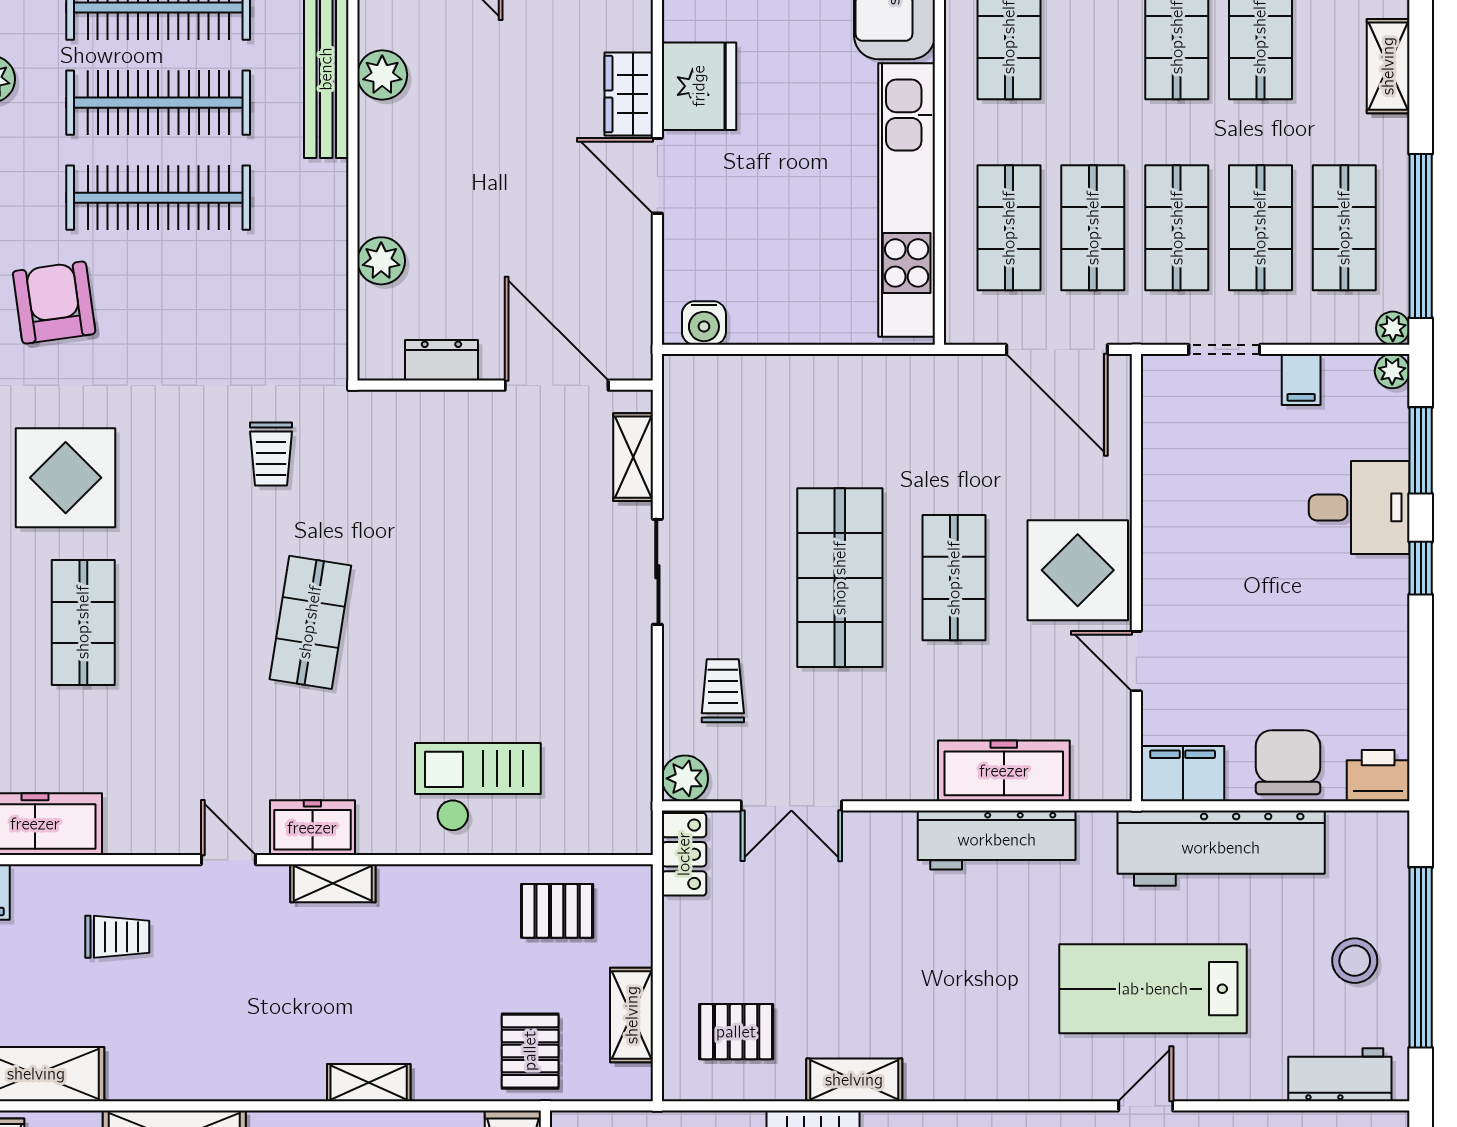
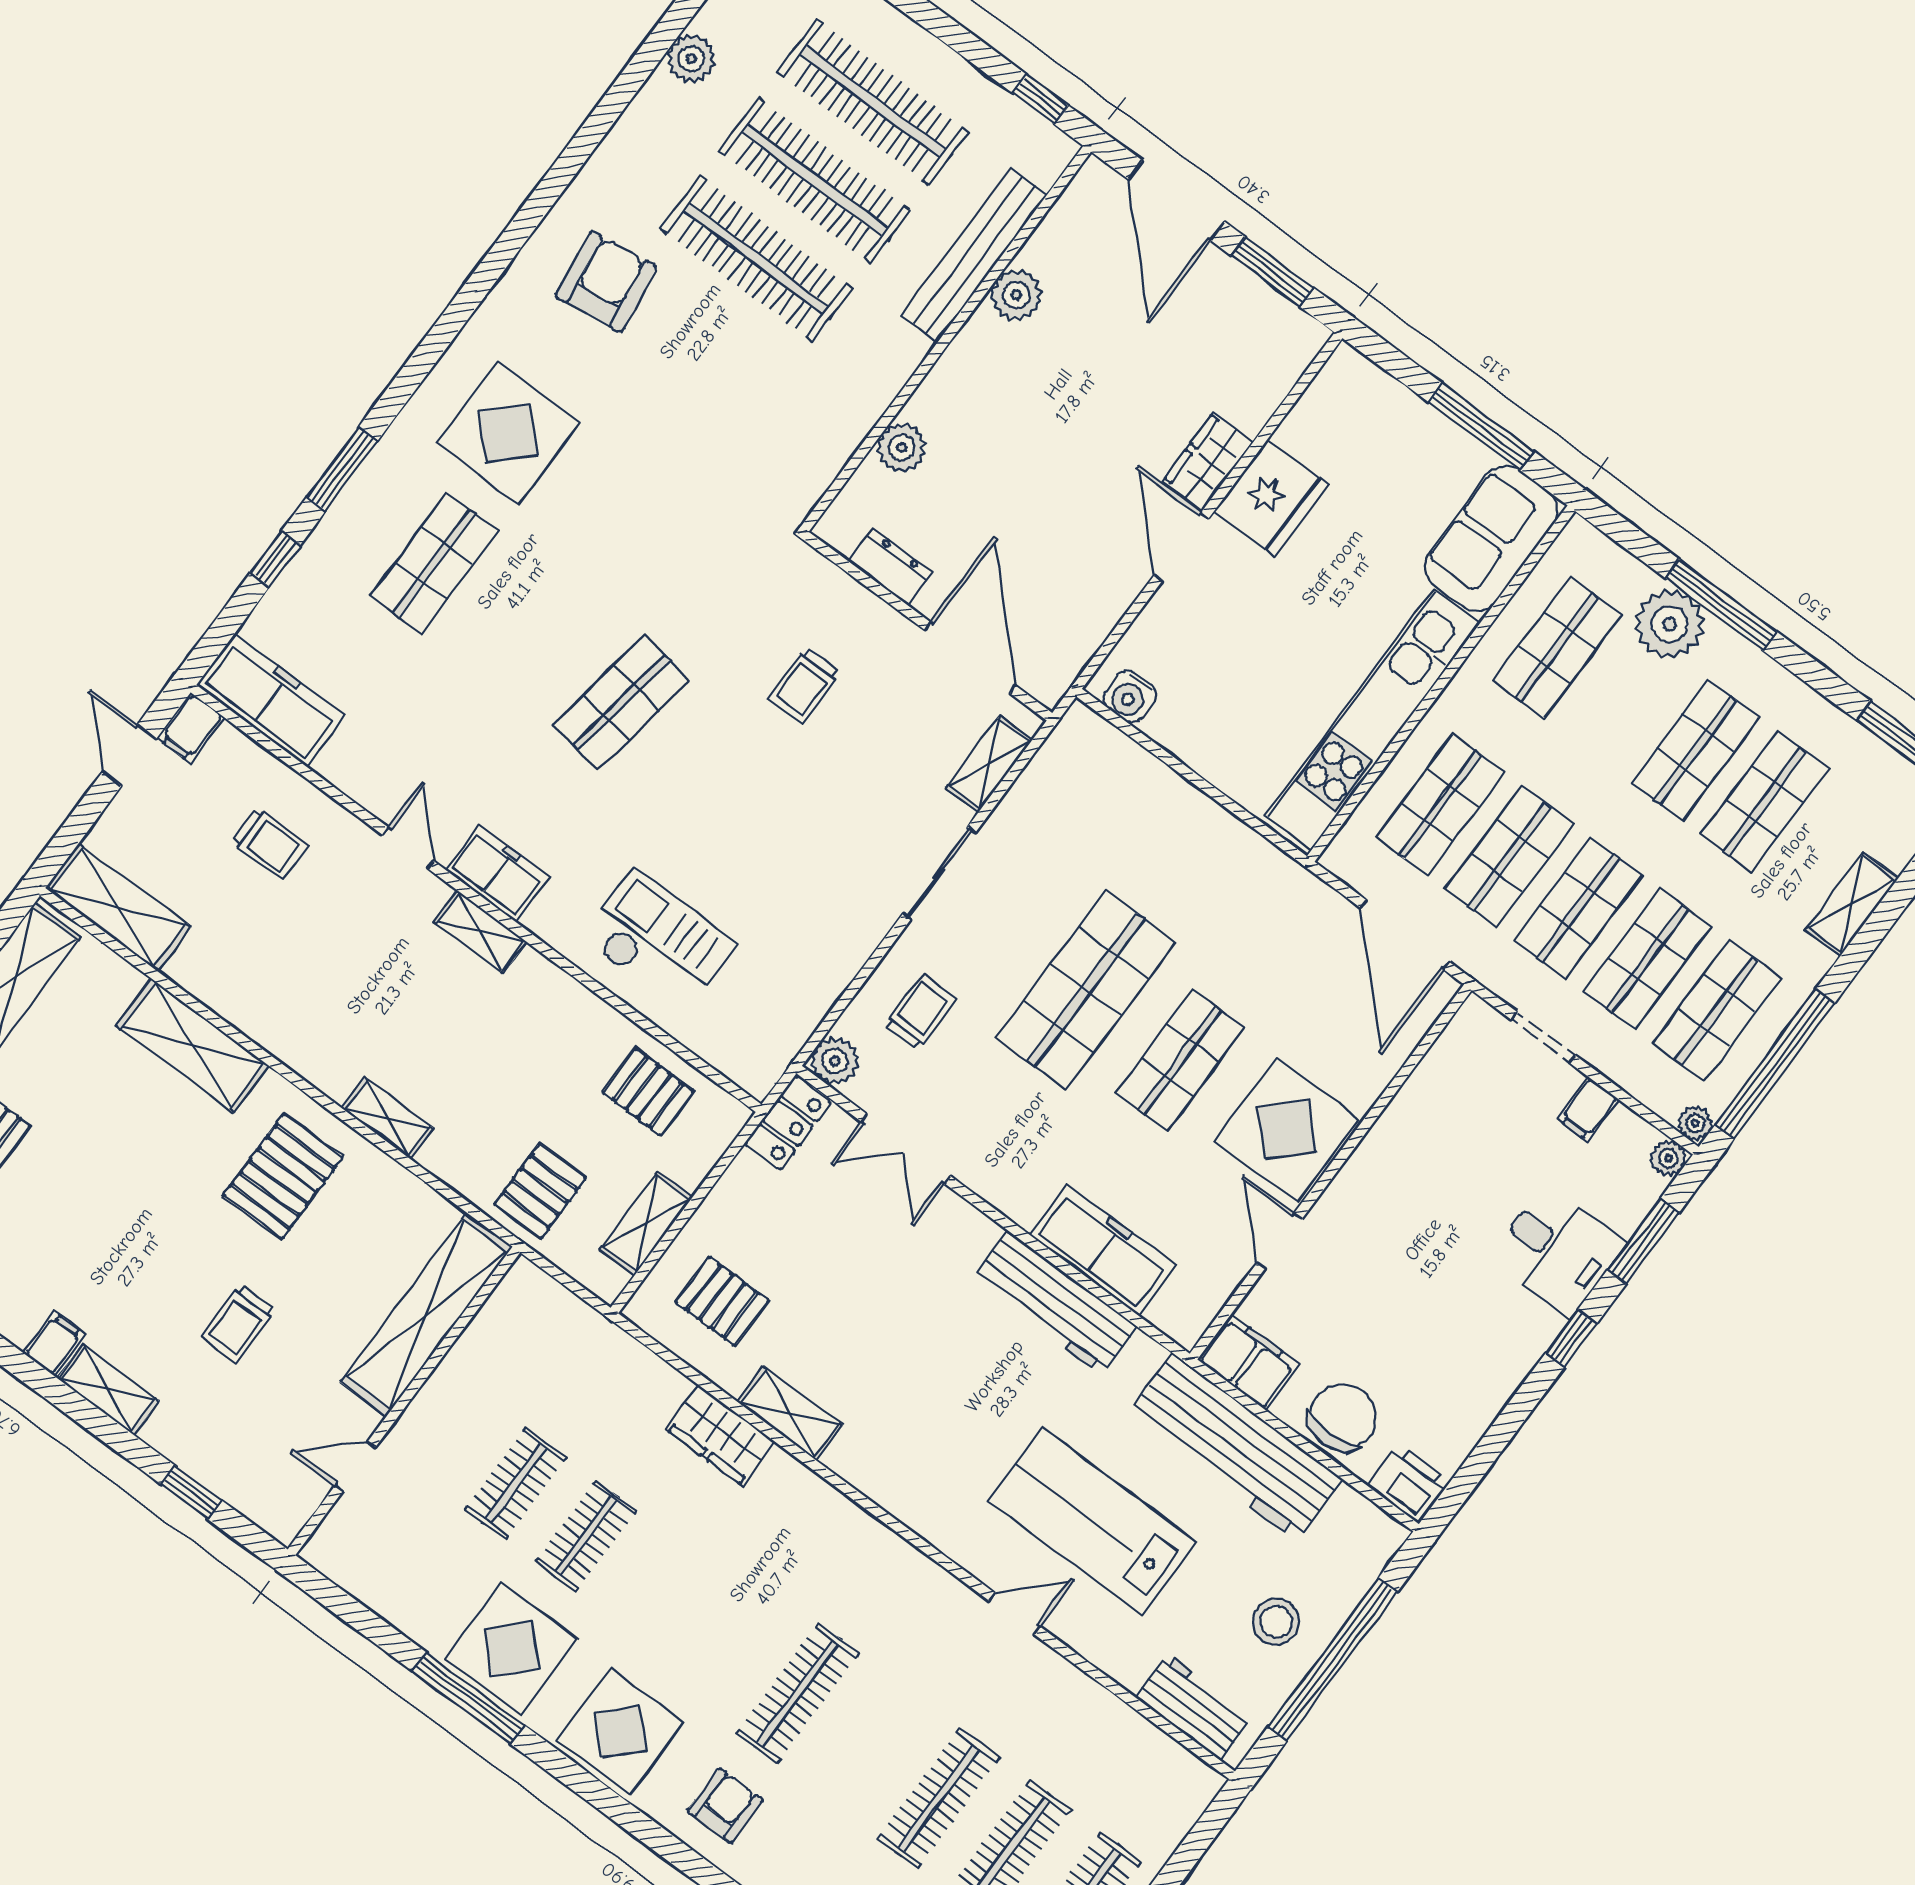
trolley: (271, 454) -> (804, 686), moved

